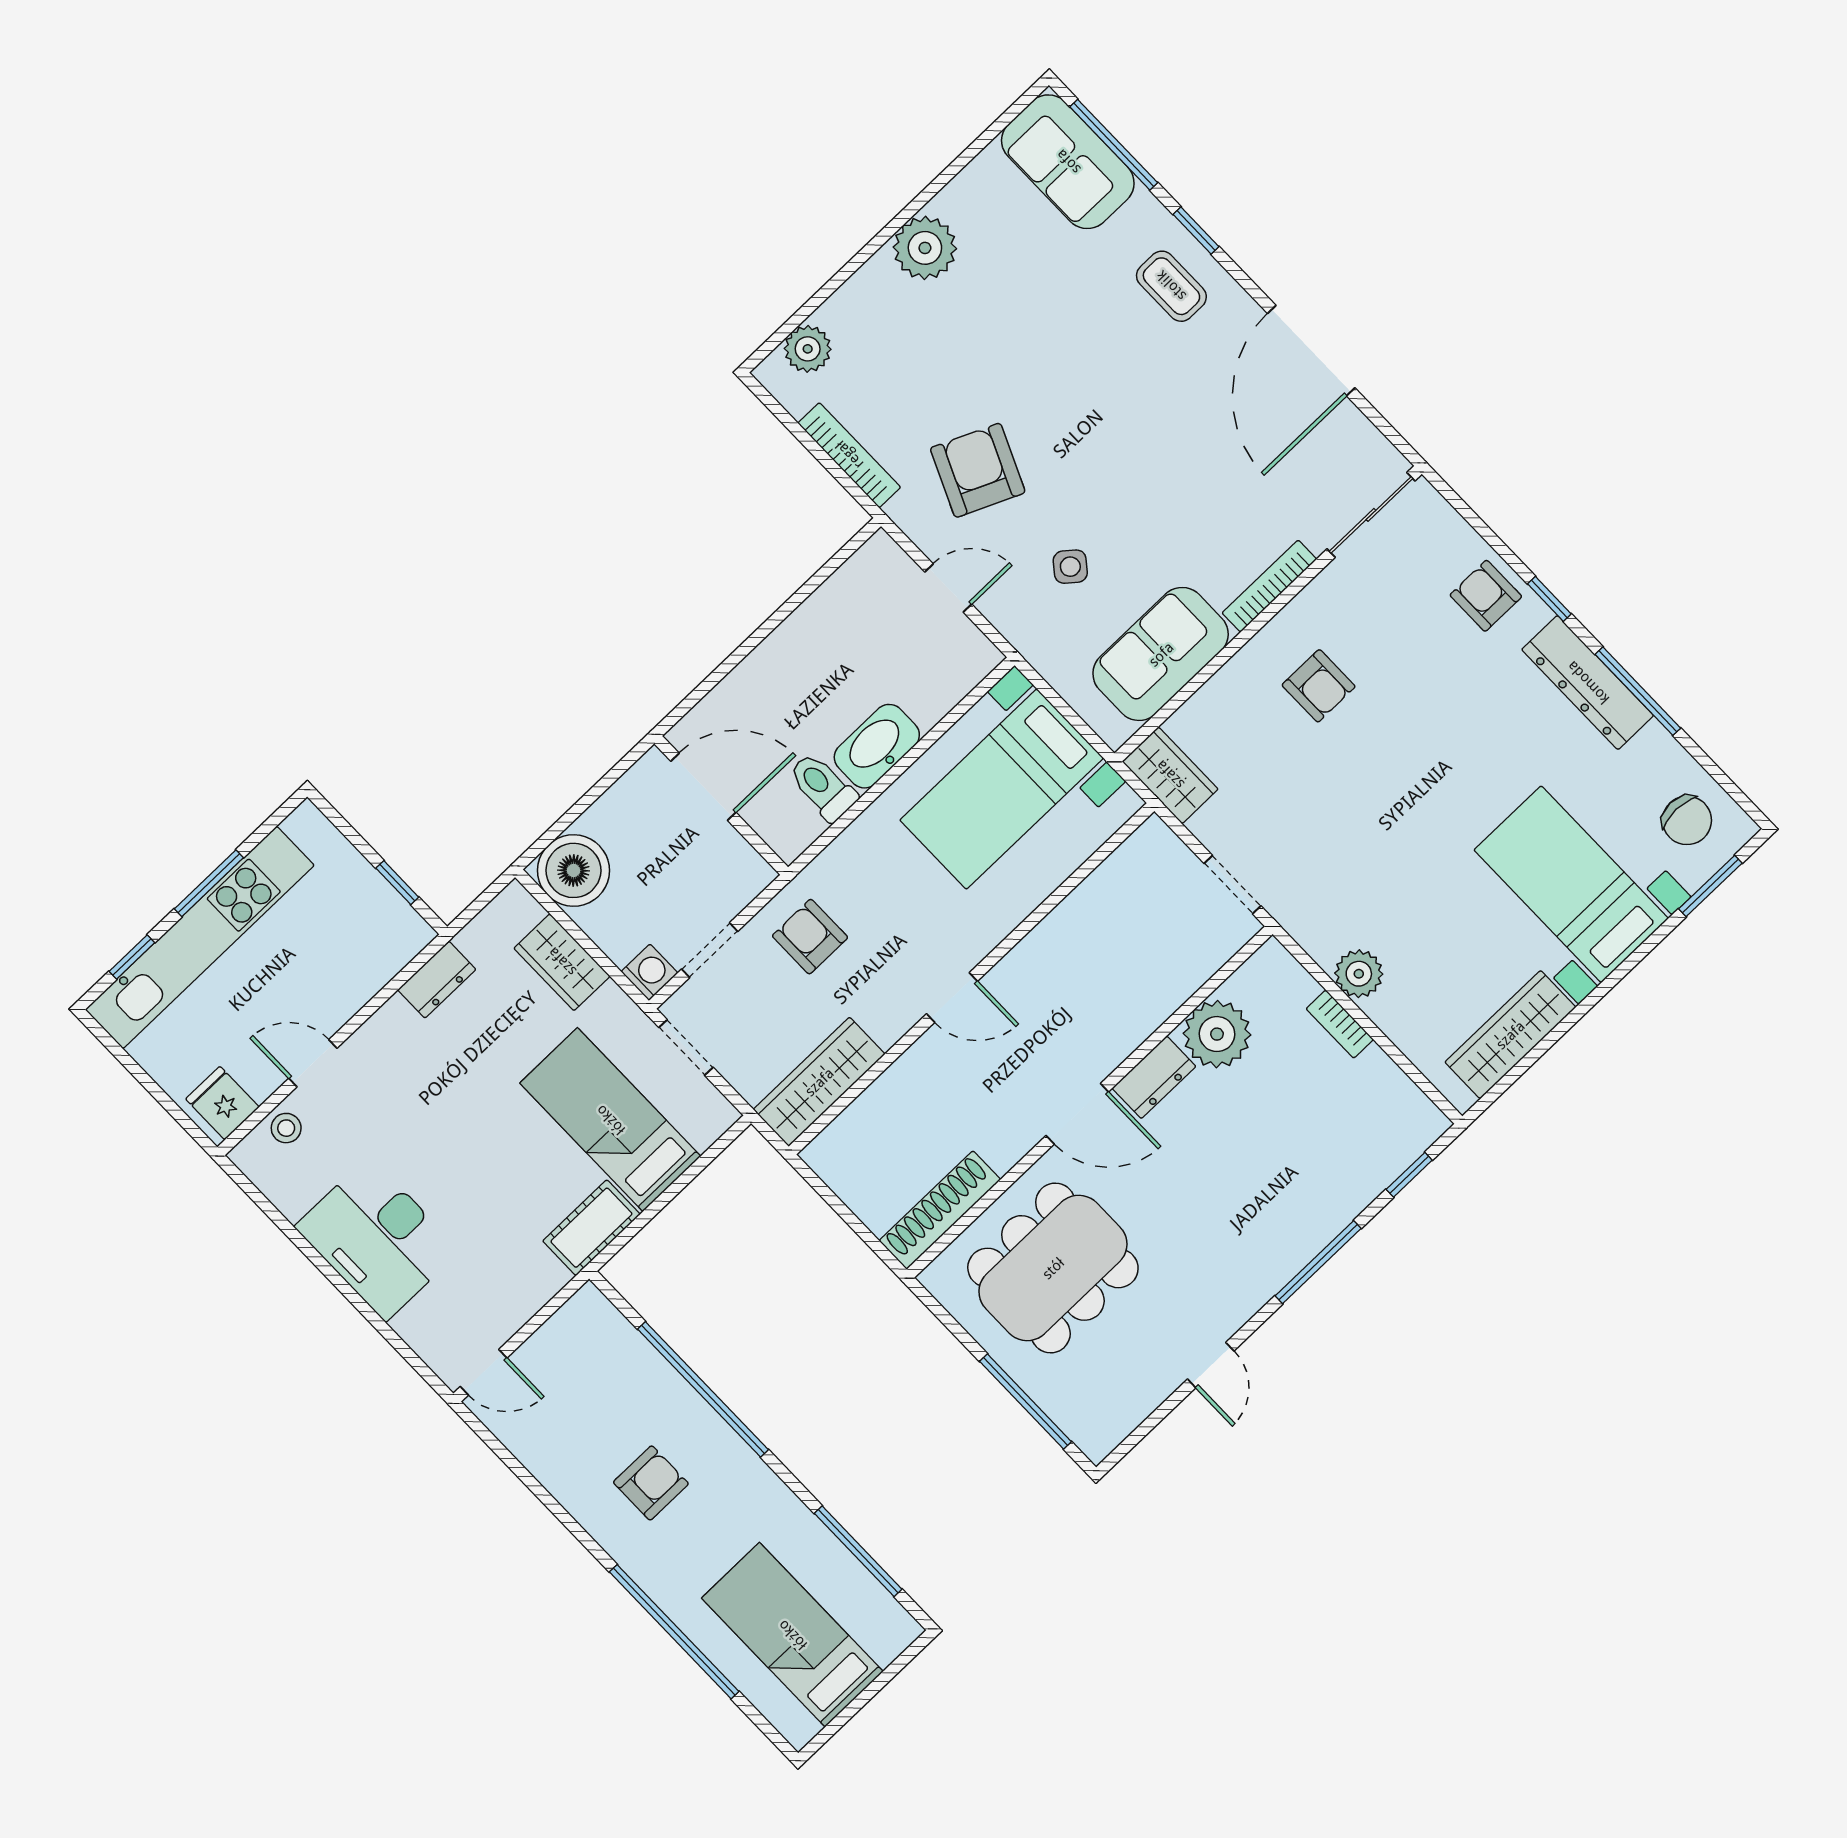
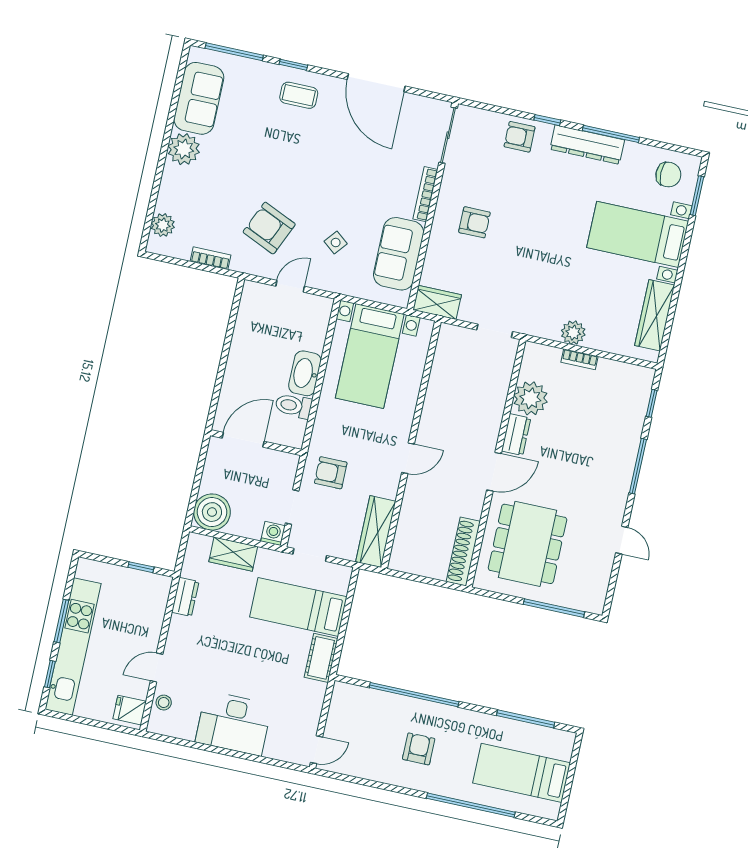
sofa: (1068, 162) -> (199, 98), moved, turned -90
bookcase: (849, 455) -> (211, 258), width x0.64

